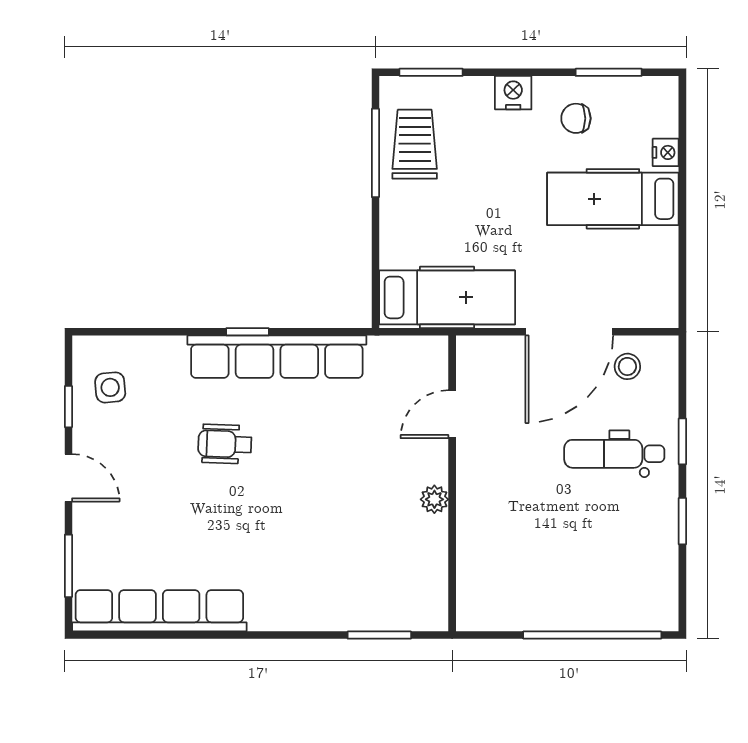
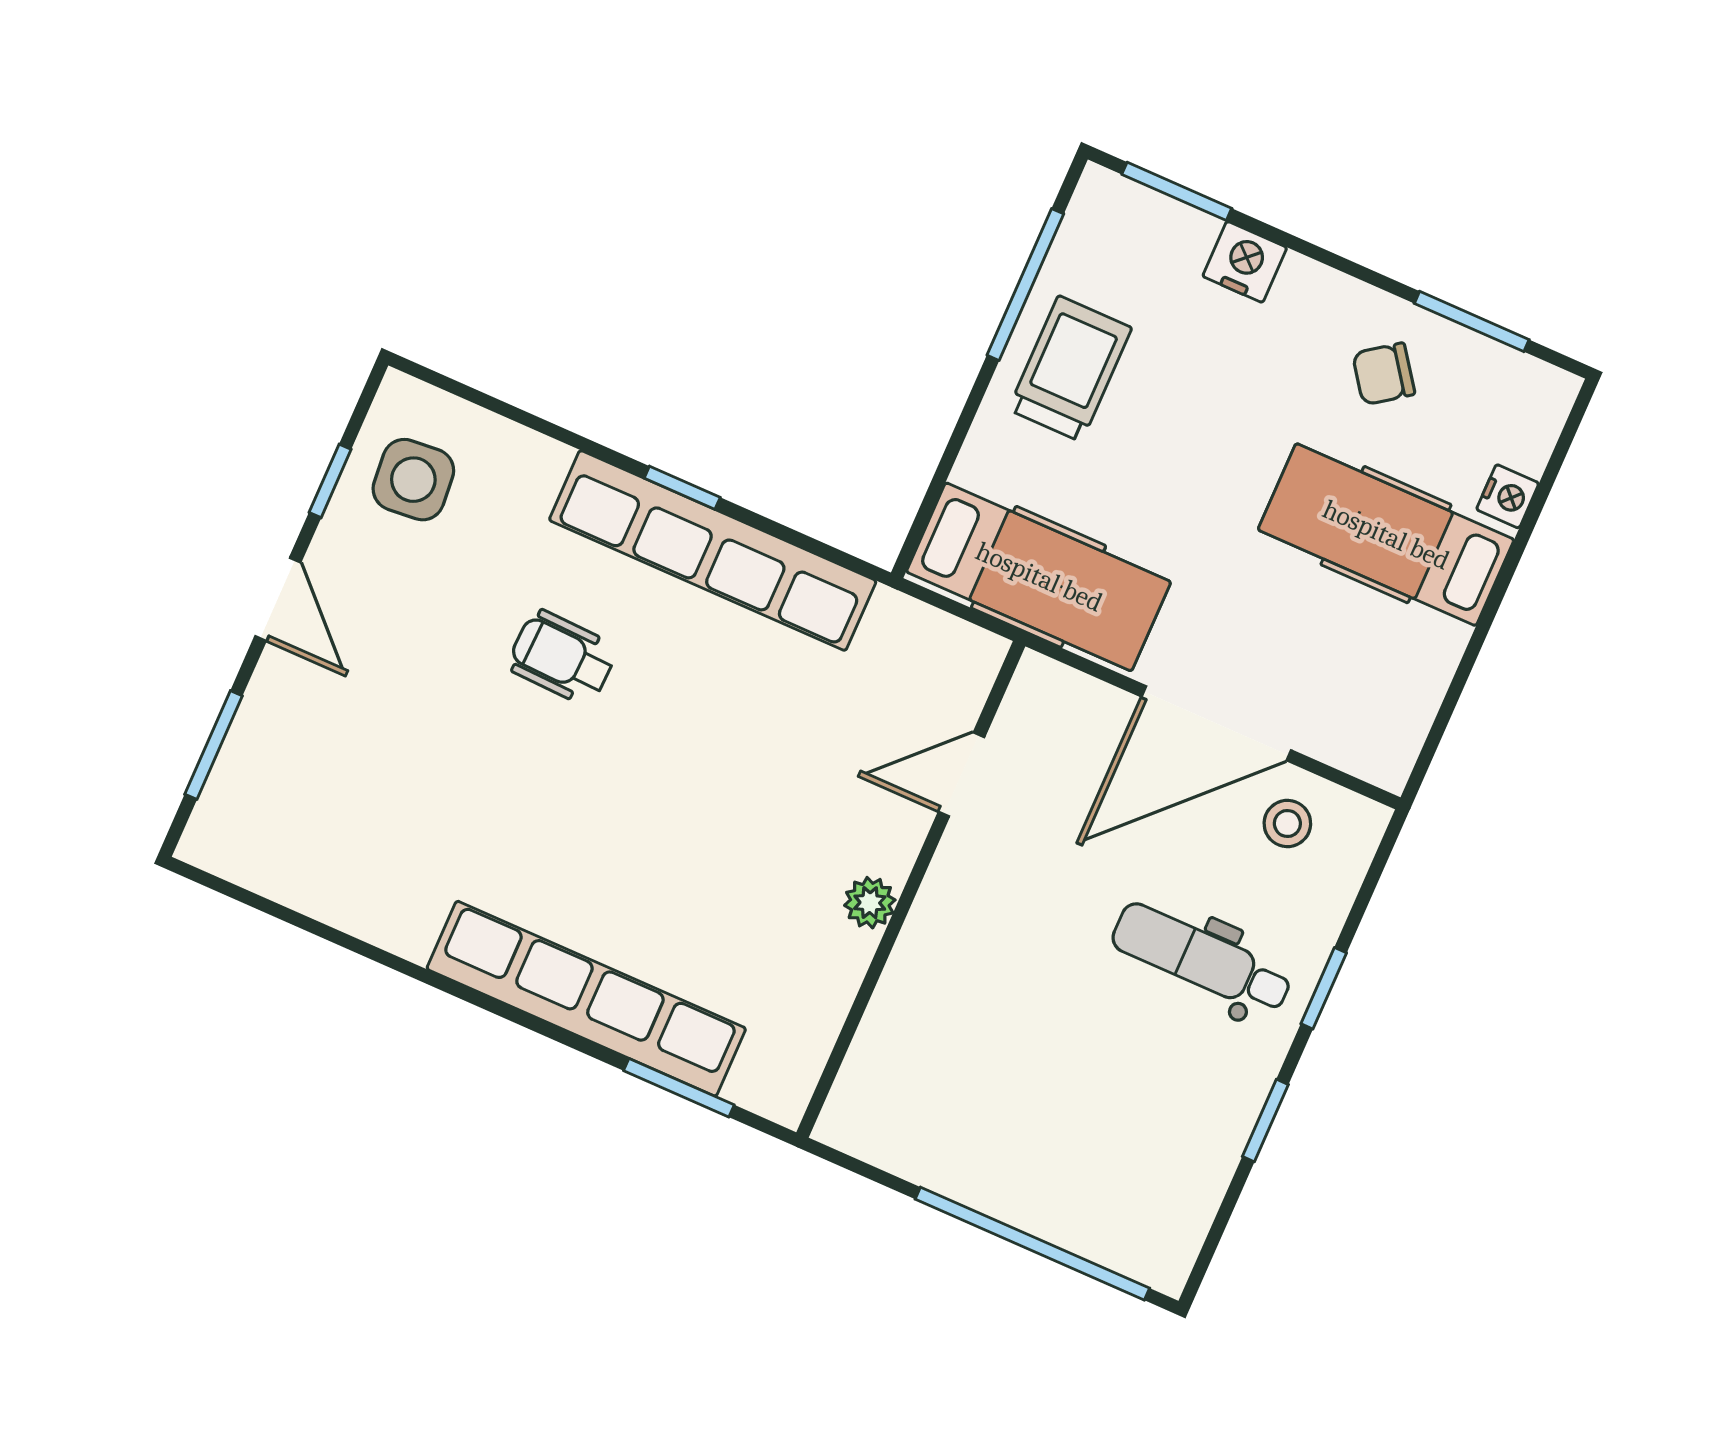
nightstand: (513, 93) -> (1245, 262), moved
chair: (576, 118) -> (1384, 374), turned -36
trolley: (415, 144) -> (1070, 369), moved
side table: (110, 387) -> (413, 480), width x1.37, depth x1.37
row of seats: (159, 611) -> (586, 999), moved

